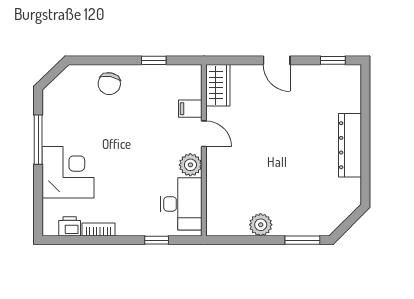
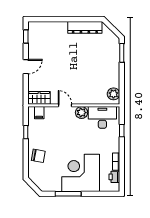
filing cabinet: (190, 109) -> (39, 113), moved
door: (204, 134) -> (65, 105), hinge flipped
dresser: (350, 145) -> (85, 27), moved
corner desk: (68, 172) -> (81, 173), width x1.36, depth x1.36
plant: (261, 225) -> (113, 94), moved

